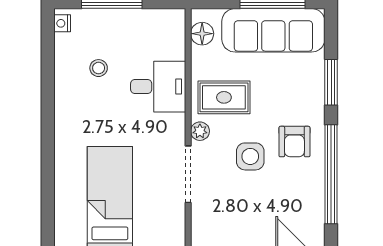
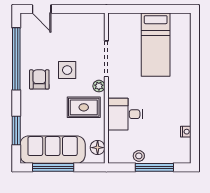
nightstand: (62, 23) -> (186, 132), moved
stool: (99, 68) -> (139, 156), moved
window: (331, 82) -> (16, 131), moved

